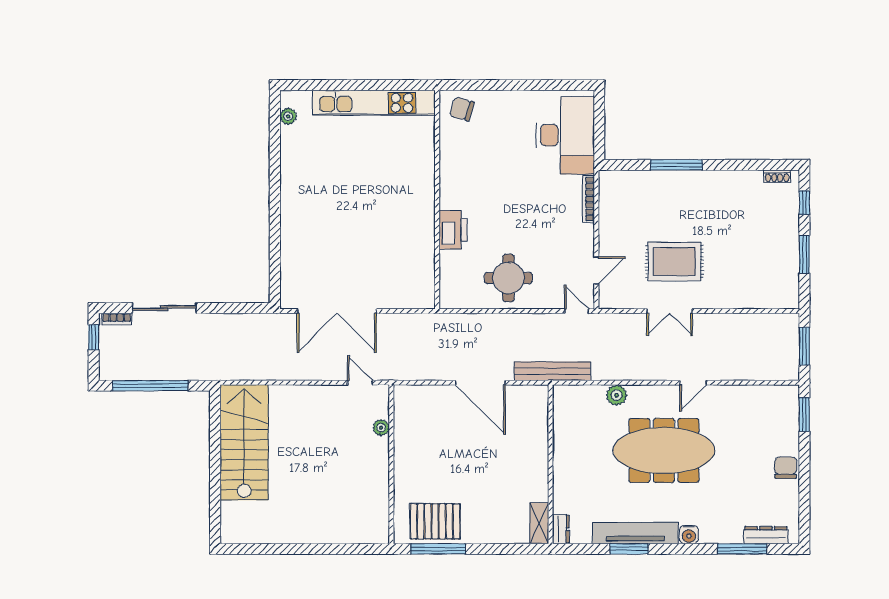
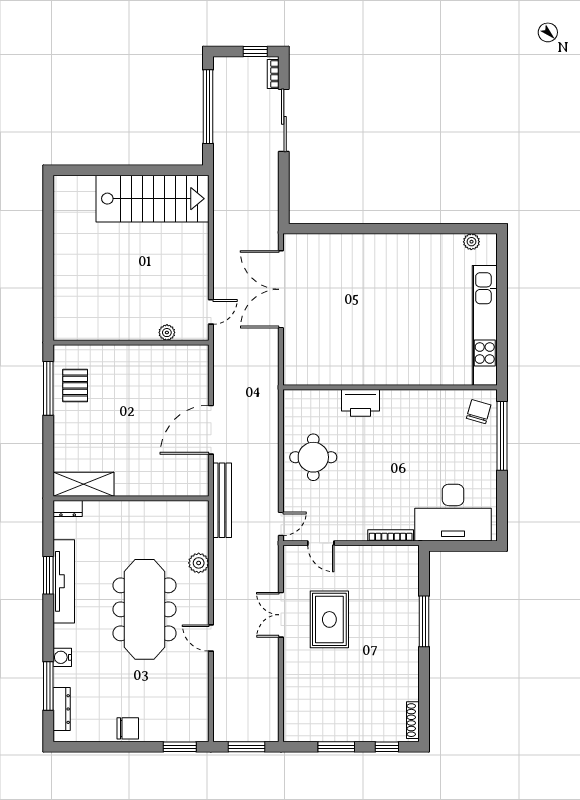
window: (487, 85) -> (502, 436), added
shoe rack: (777, 176) -> (413, 720), width x1.43
pallet: (435, 521) -> (75, 385), width x0.67, depth x0.71
shelving: (539, 523) -> (83, 484), width x1.50, depth x1.33
water cooler: (689, 535) -> (62, 657), moved

